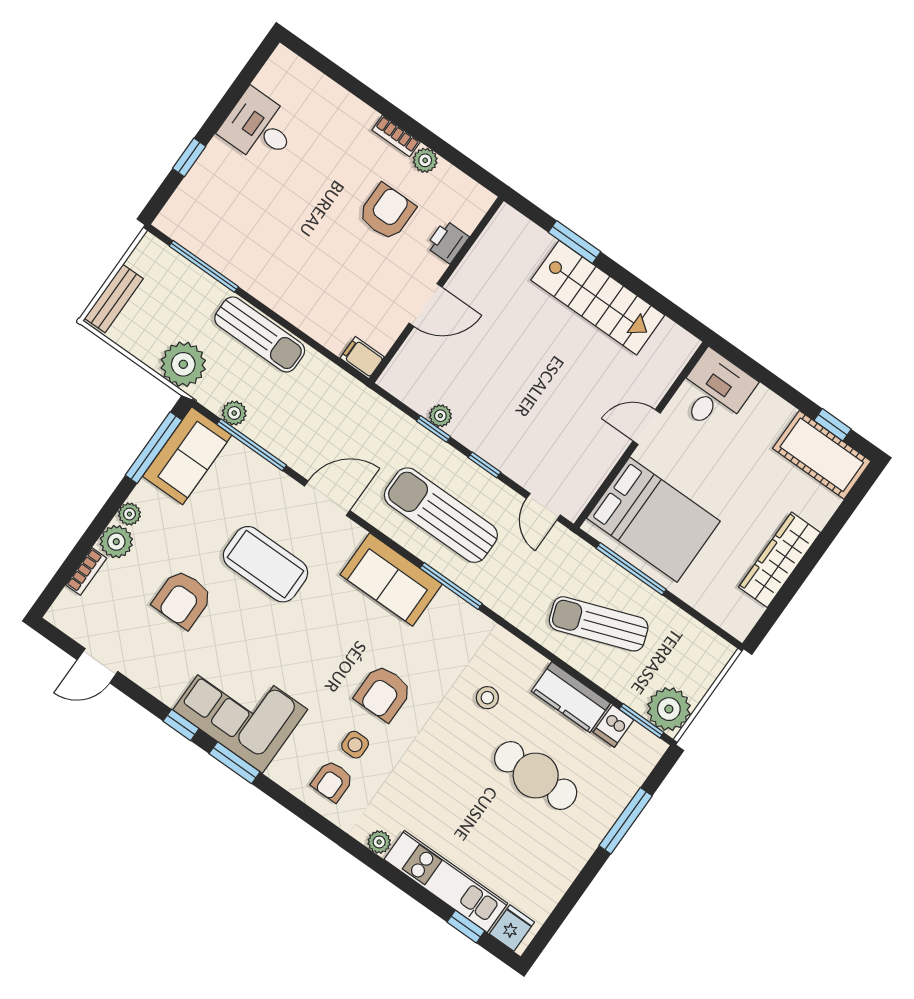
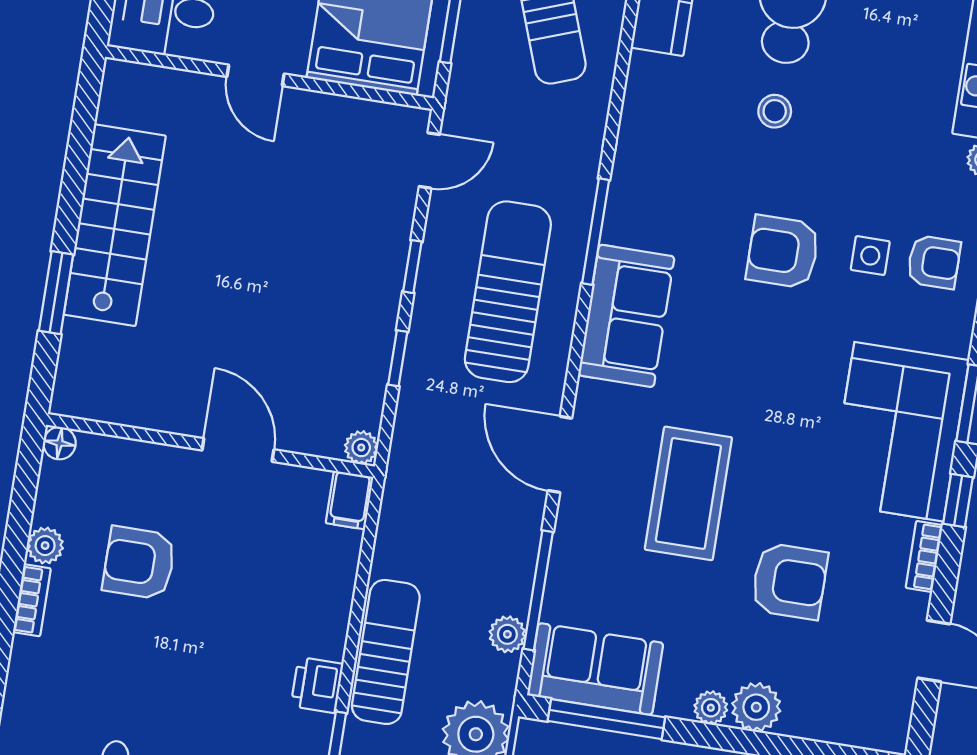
floor lamp: (483, 199) -> (59, 443), added
printer: (447, 242) -> (317, 685), moved, turned 90
plant: (440, 416) -> (361, 448), moved
sun lounger: (441, 515) -> (508, 292), turned 180
bookcase: (86, 571) -> (924, 556), moved, turned -90
armchair: (383, 693) -> (783, 252), turned 180
stool: (487, 698) -> (775, 111), moved

